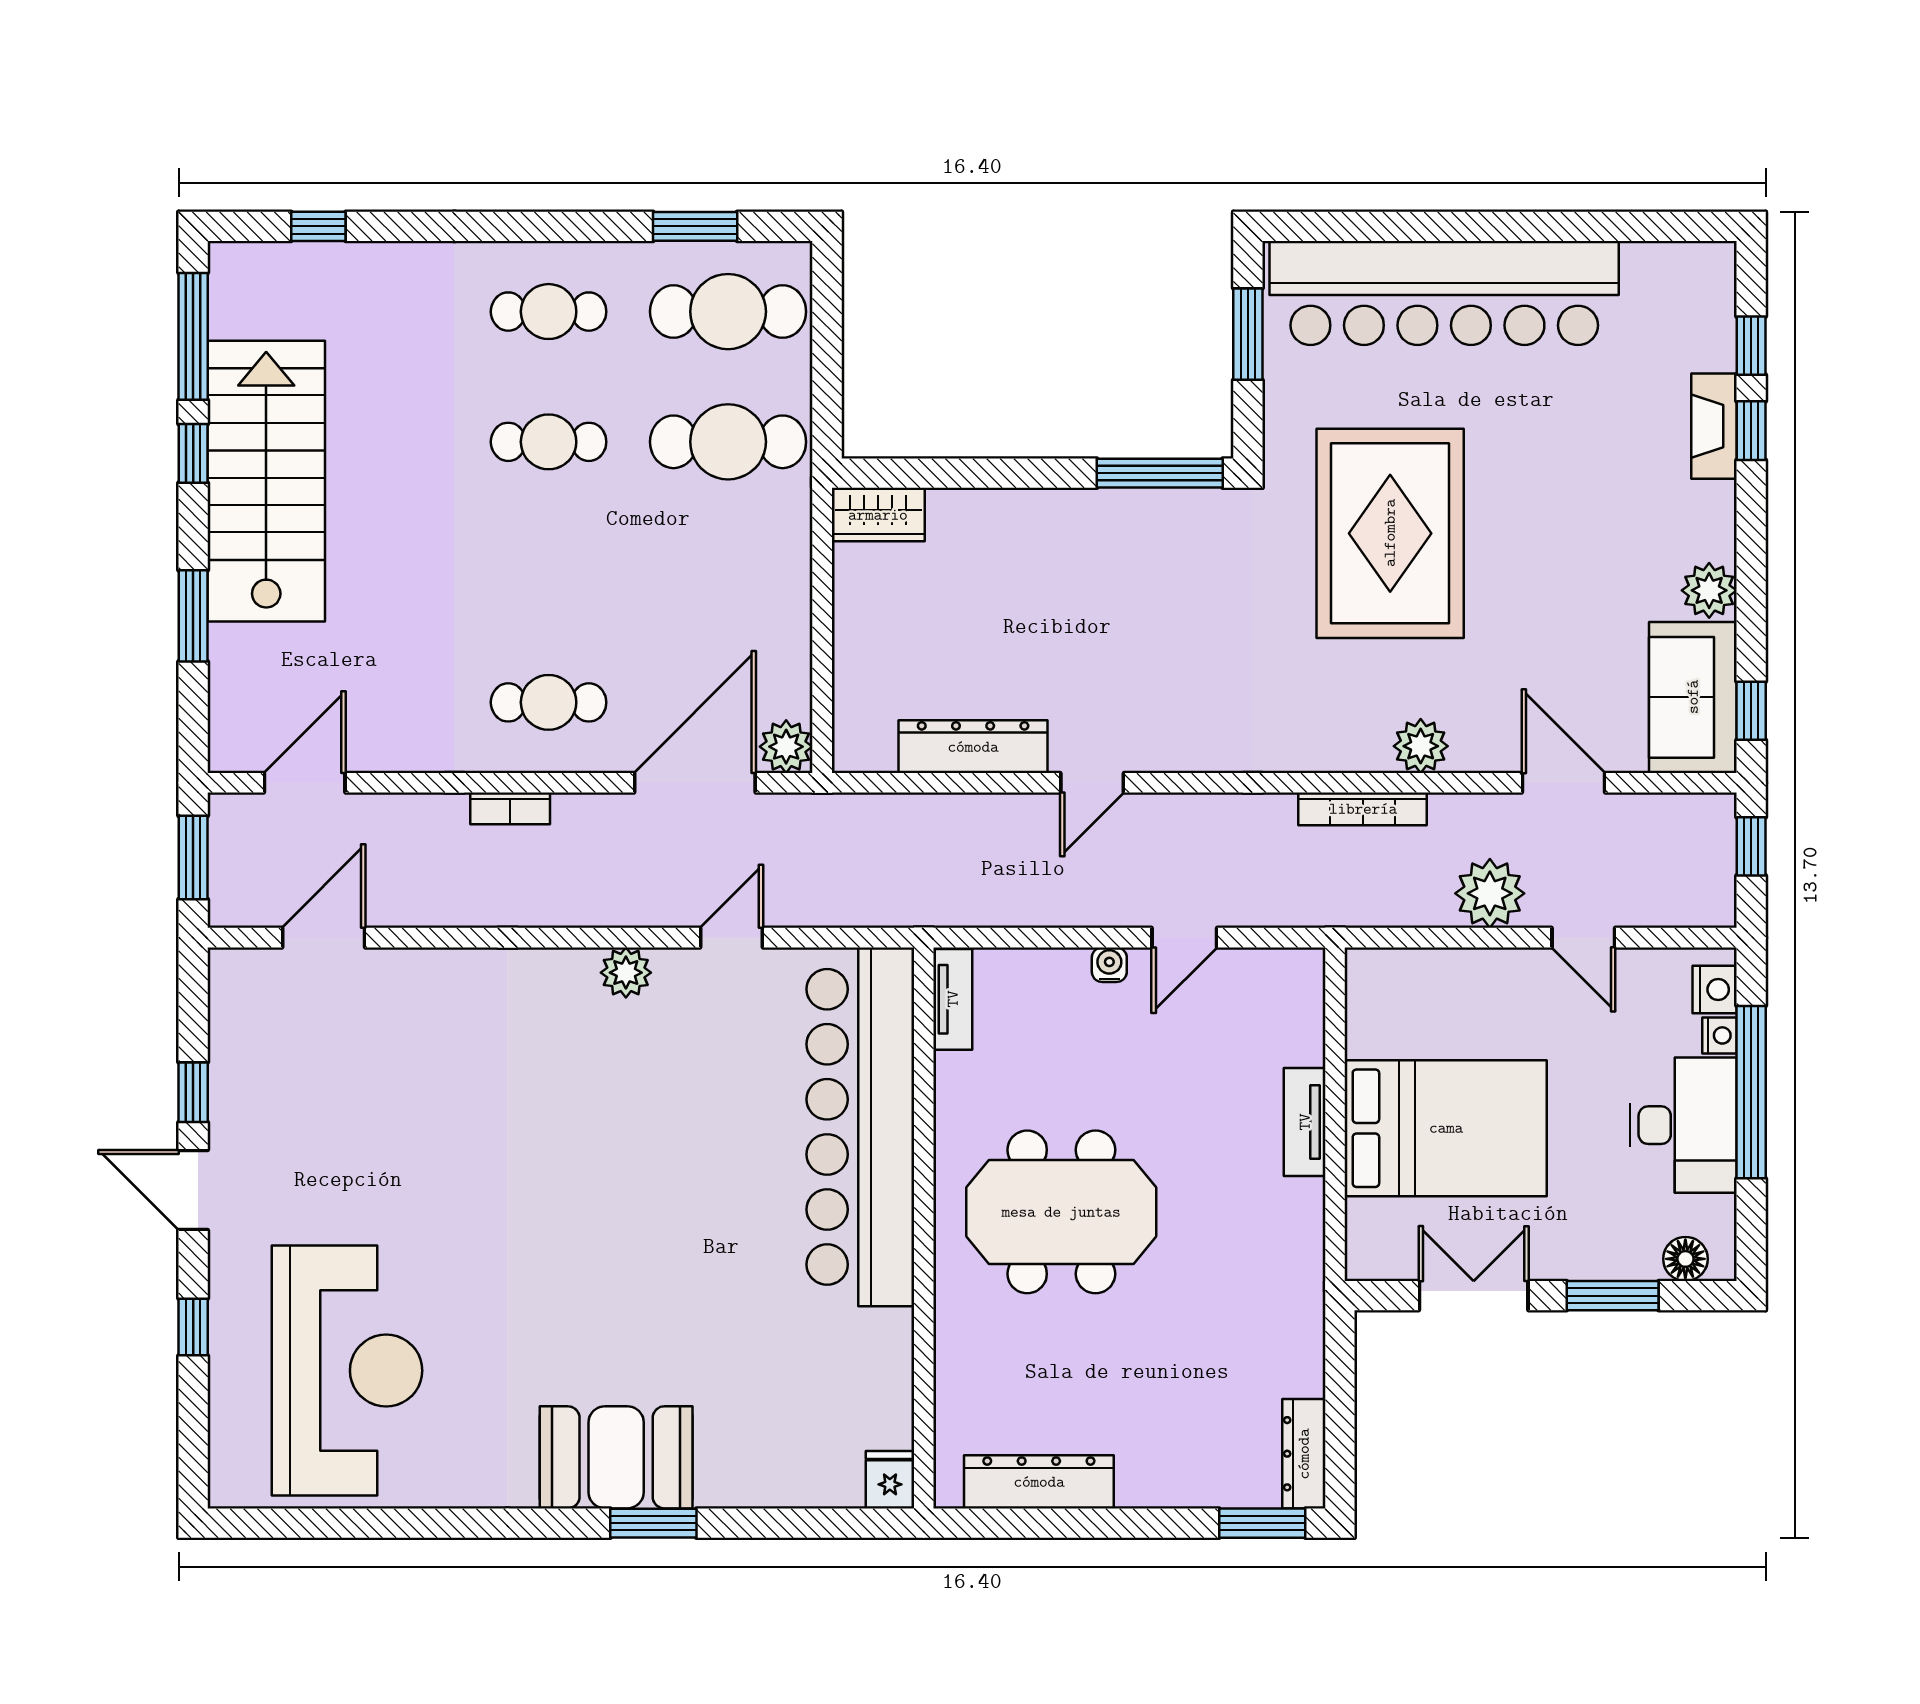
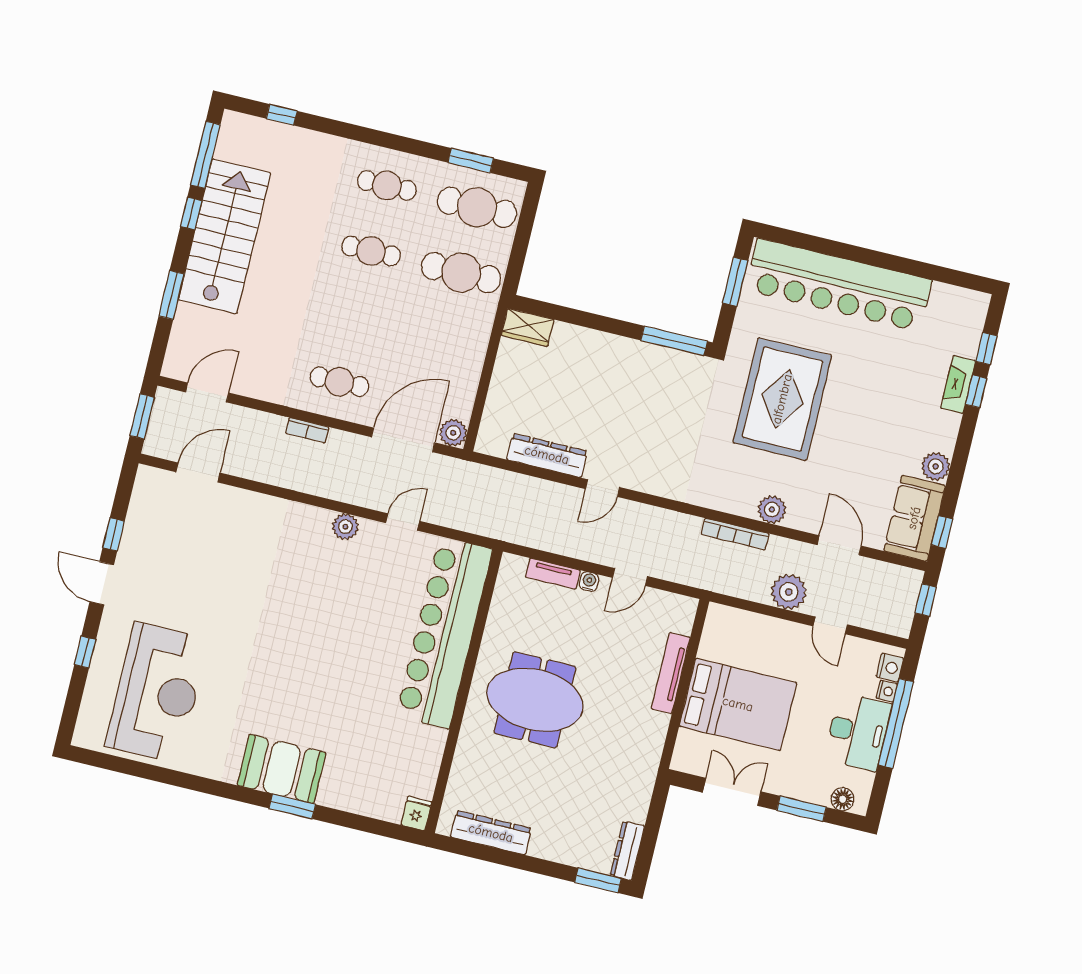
tv unit: (953, 999) -> (553, 574), moved, turned 90
tv unit: (1305, 1122) -> (671, 673), width x1.41

